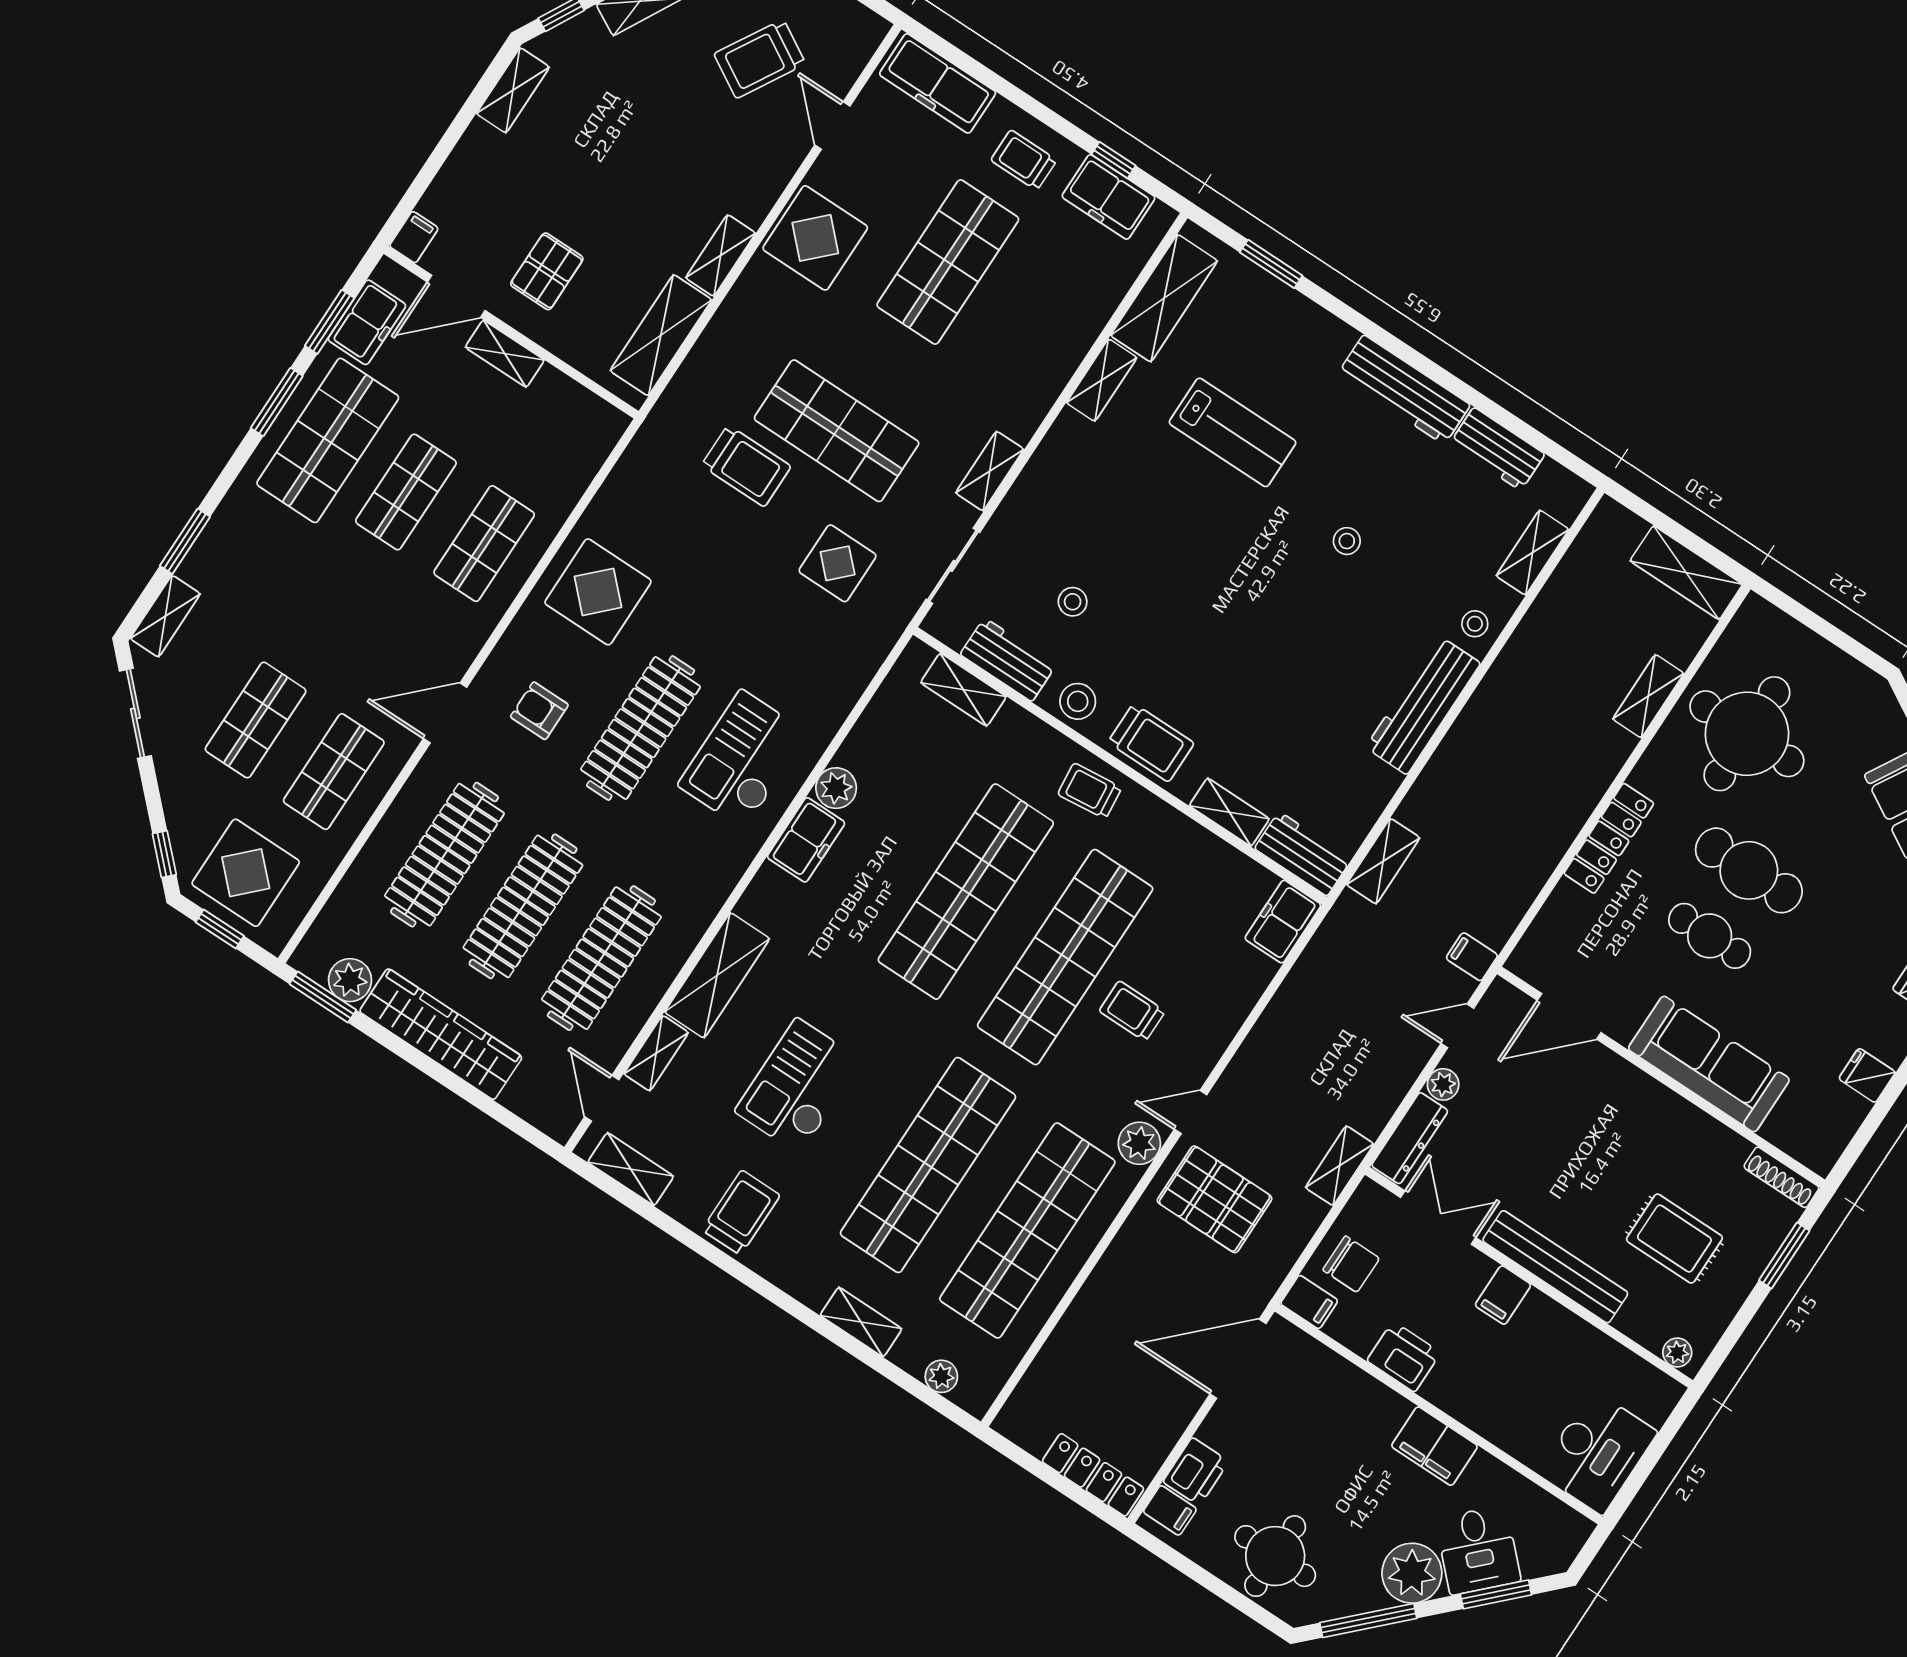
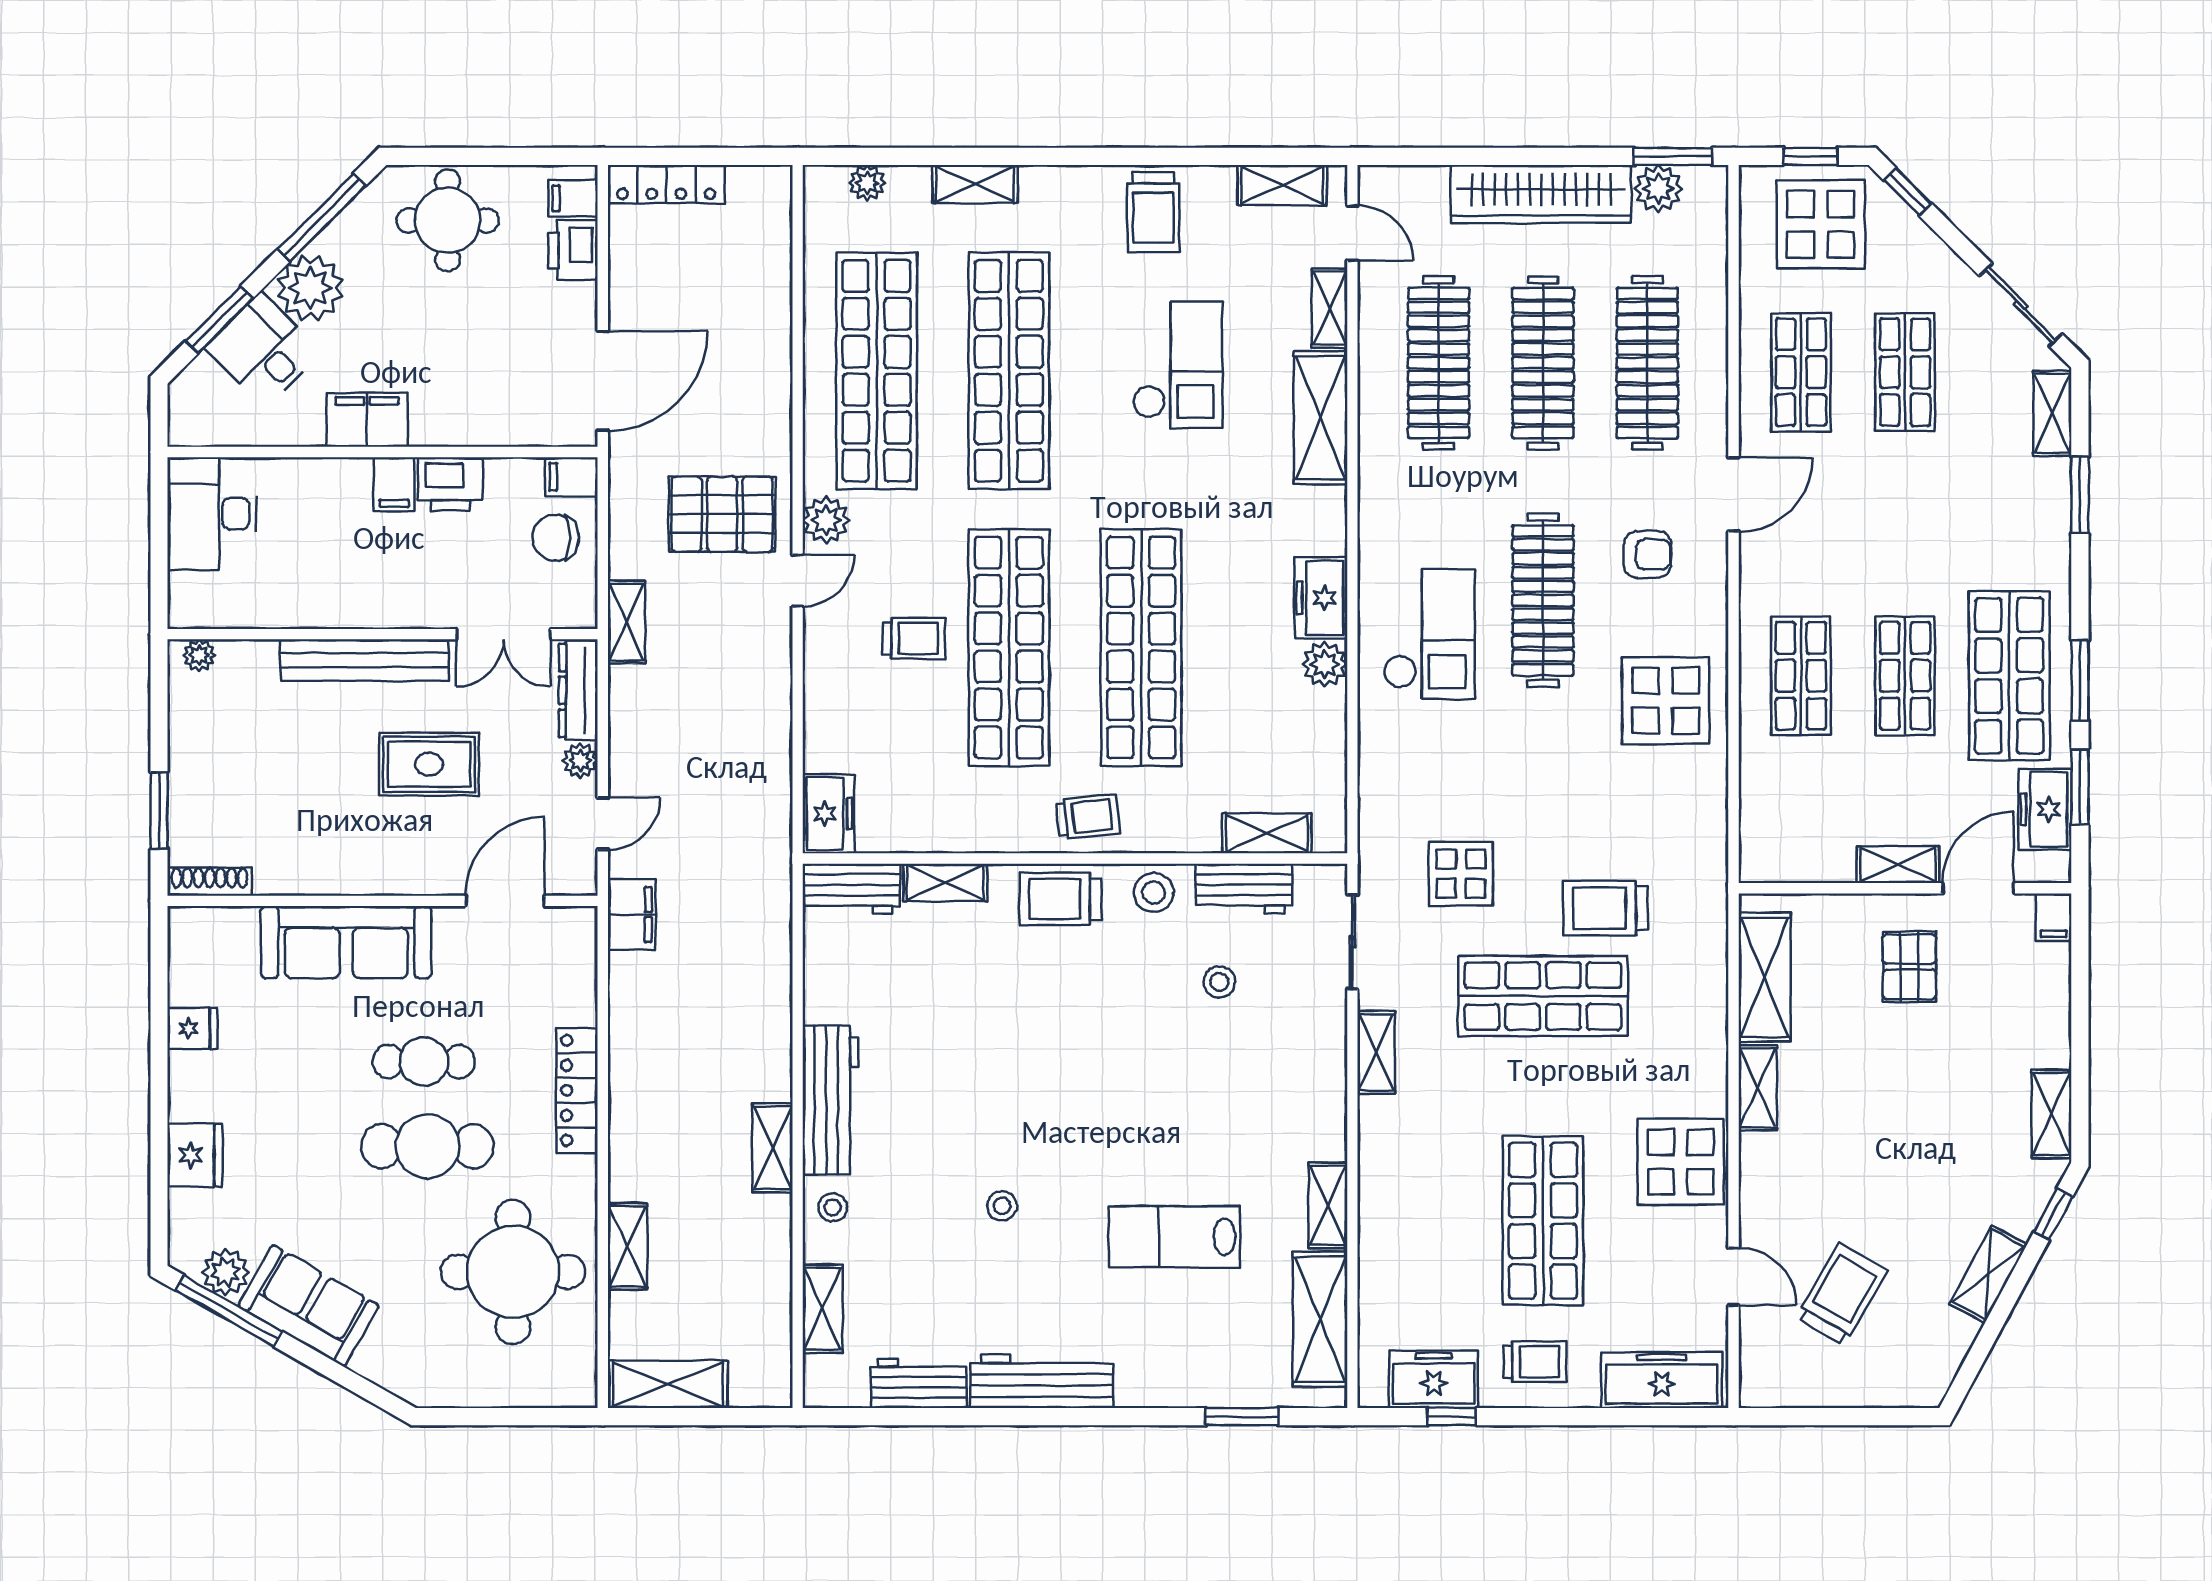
shelving: (1383, 861) -> (772, 1148), moved
filing cabinet: (1472, 957) -> (632, 915), width x2.00
rug: (1674, 1239) -> (429, 764), moved
filing cabinet: (1503, 1295) -> (394, 484), moved, turned 180

